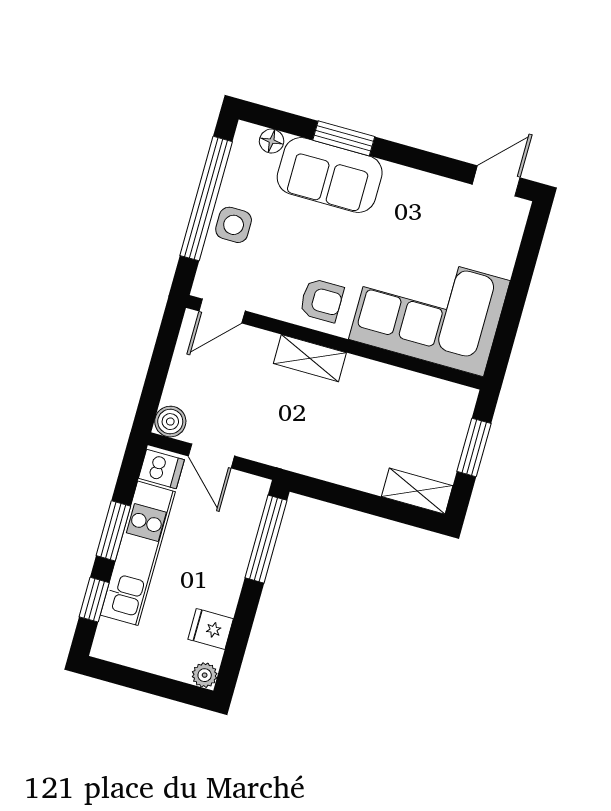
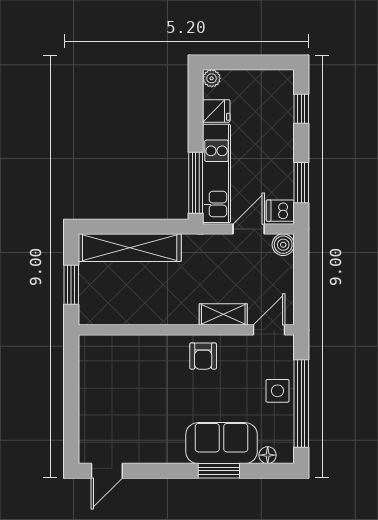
armchair: (322, 300) -> (203, 356), turned -90
corner sofa: (429, 310) -> (128, 370), removed
shelving: (310, 358) -> (223, 314), moved
door: (211, 456) -> (249, 229), hinge flipped
shelving: (417, 491) -> (130, 248), width x2.20, depth x1.33
window: (113, 531) -> (301, 183), moved
kitchen unit: (138, 553) -> (217, 173), moved, turned 180

